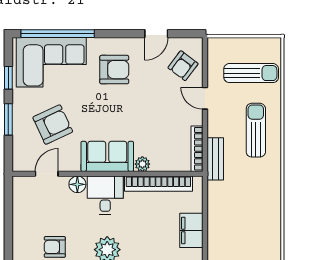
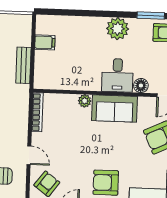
bench: (215, 159) -> (23, 65), moved
bookcase: (158, 184) -> (72, 84), removed
filing cabinet: (191, 230) -> (45, 42), width x0.50

